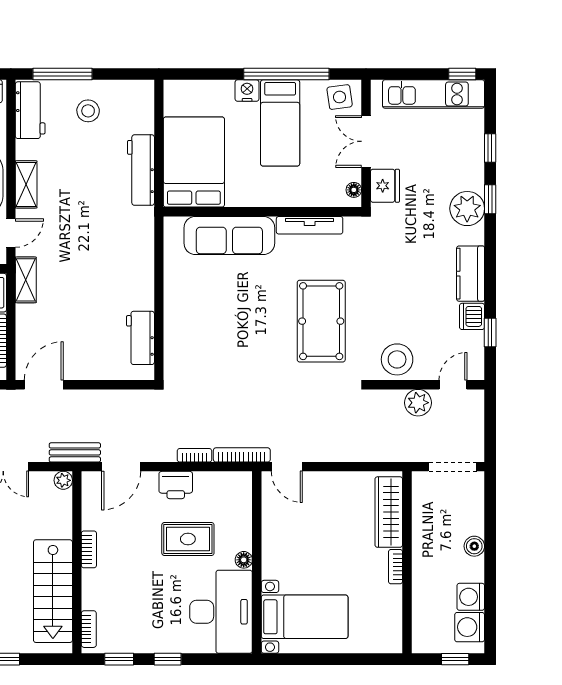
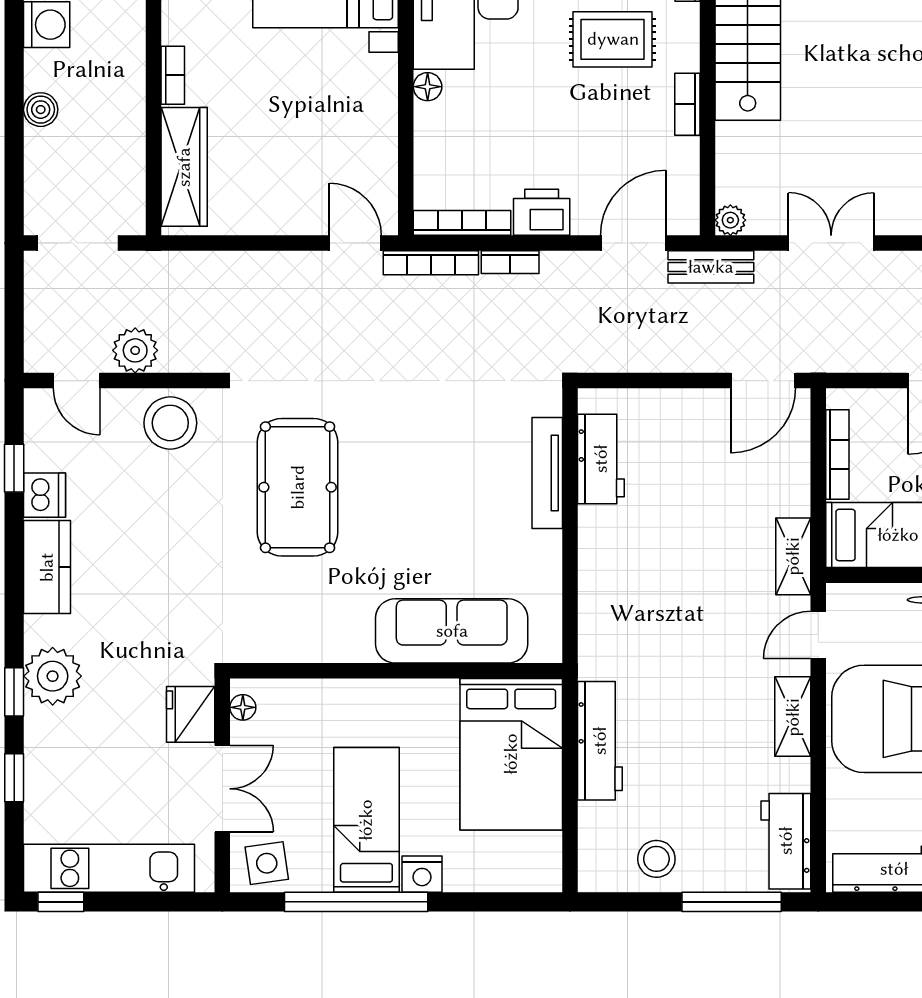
stool: (88, 111) -> (656, 859), moved
tv unit: (310, 225) -> (547, 473), moved, turned -90
door: (453, 385) -> (77, 381), hinge flipped
bookcase: (223, 479) -> (462, 223), added
rug: (188, 539) -> (613, 39), moved

